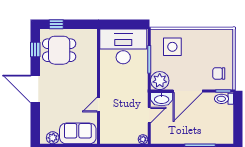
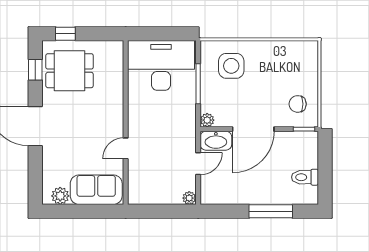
plant: (160, 81) -> (207, 120), width x0.53, depth x0.53
toilet: (224, 99) -> (305, 177), moved

